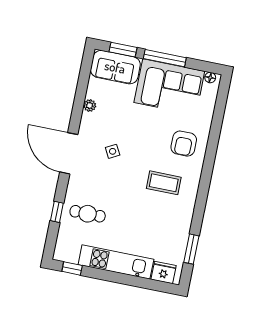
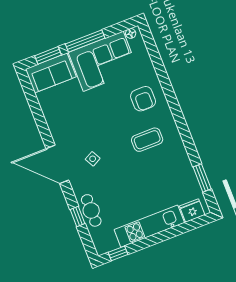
plant: (90, 106) -> (50, 116), removed
side table: (113, 151) -> (93, 159), moved
cafe table: (88, 214) -> (91, 210), moved, turned 90

